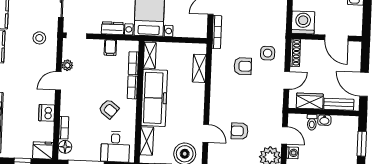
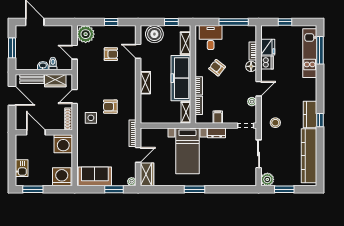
shelving: (199, 68) -> (145, 83), moved
floor lamp: (65, 147) -> (251, 66), moved
fridge: (43, 150) -> (268, 47), moved, turned -90
washing machine: (292, 153) -> (68, 38), removed

